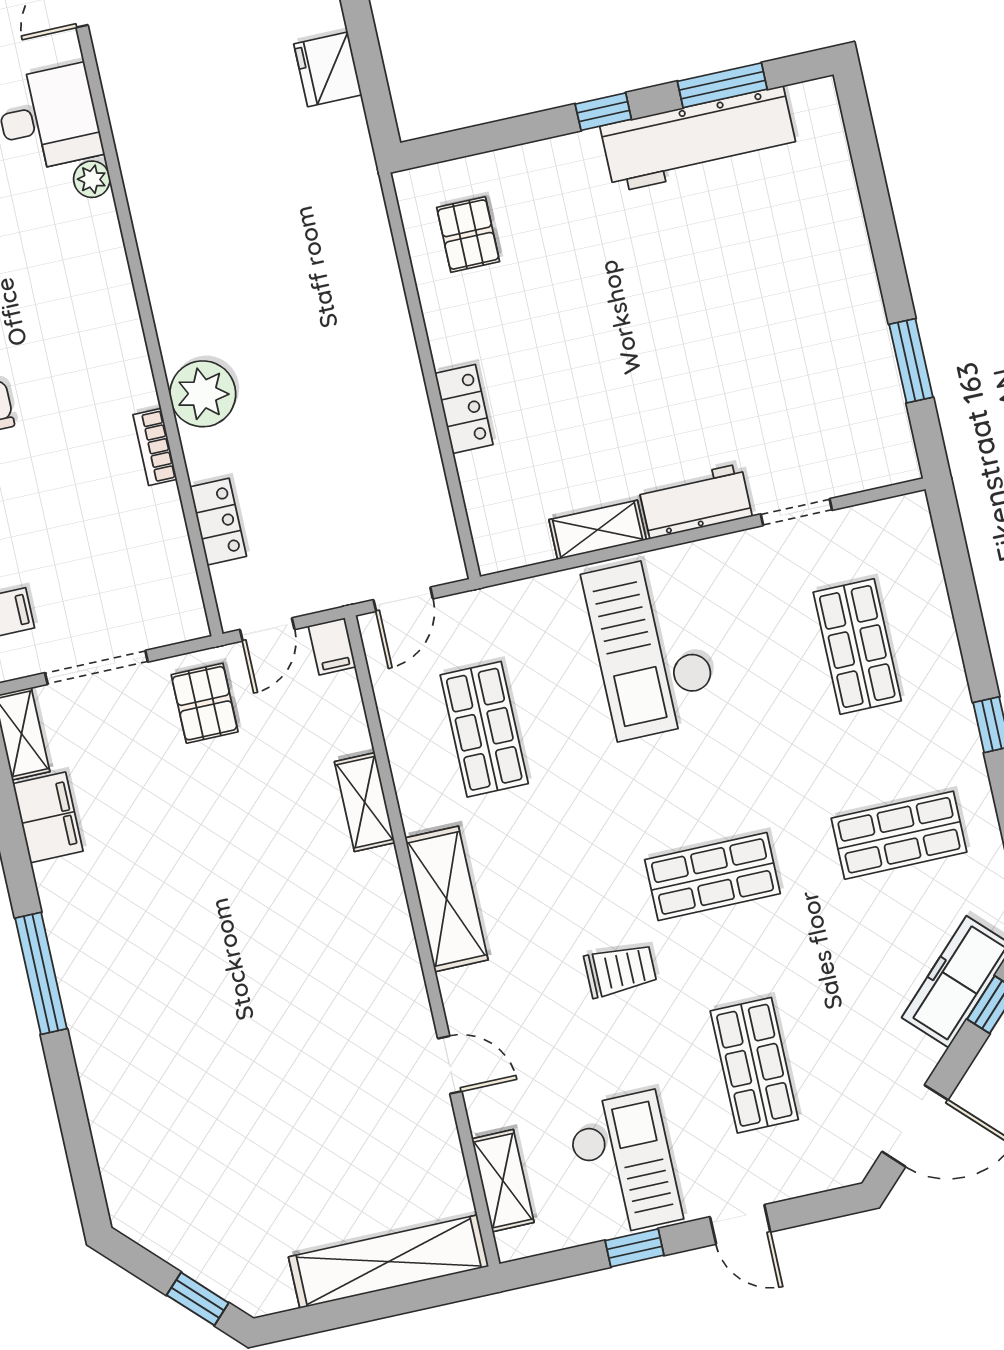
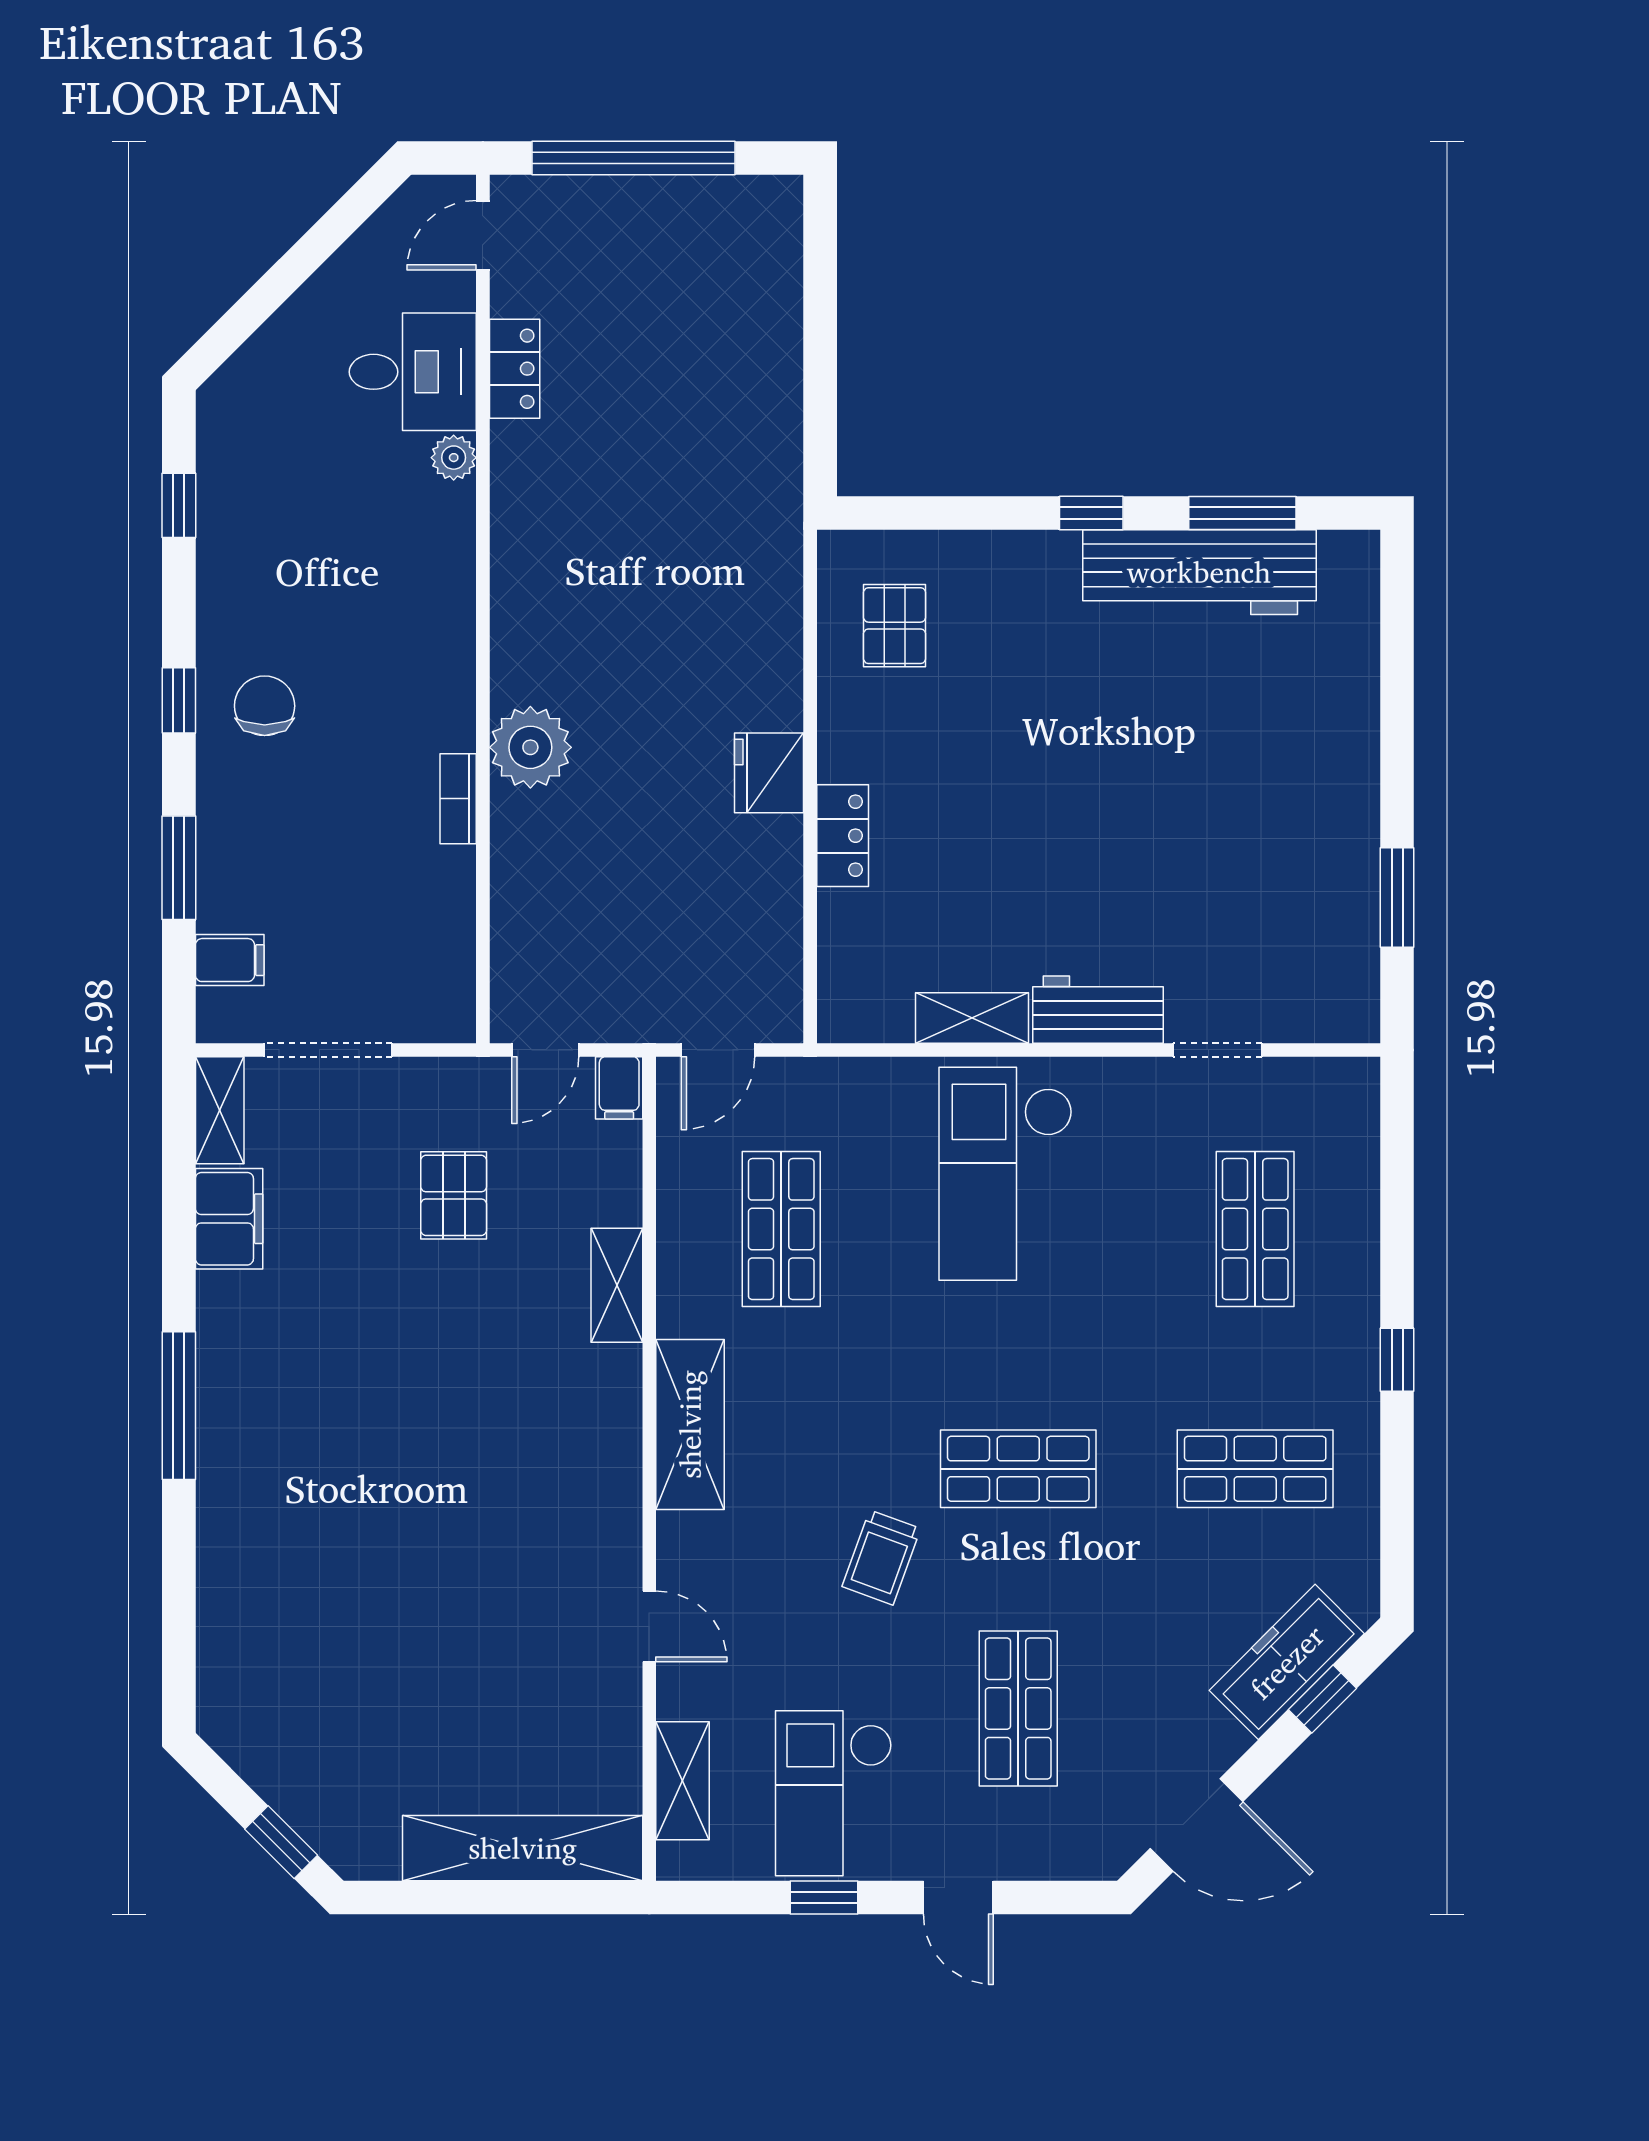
fridge: (328, 69) -> (769, 773), moved
locker: (218, 522) -> (515, 369), moved
pallet: (205, 703) -> (454, 1195), moved
trolley: (620, 970) -> (881, 1557), turned 110
checkout: (624, 1164) -> (834, 1793), turned 180

